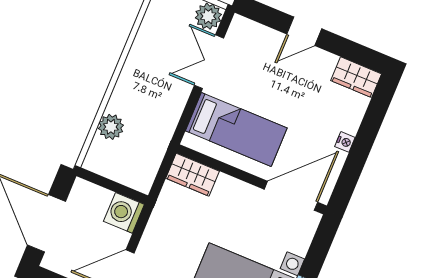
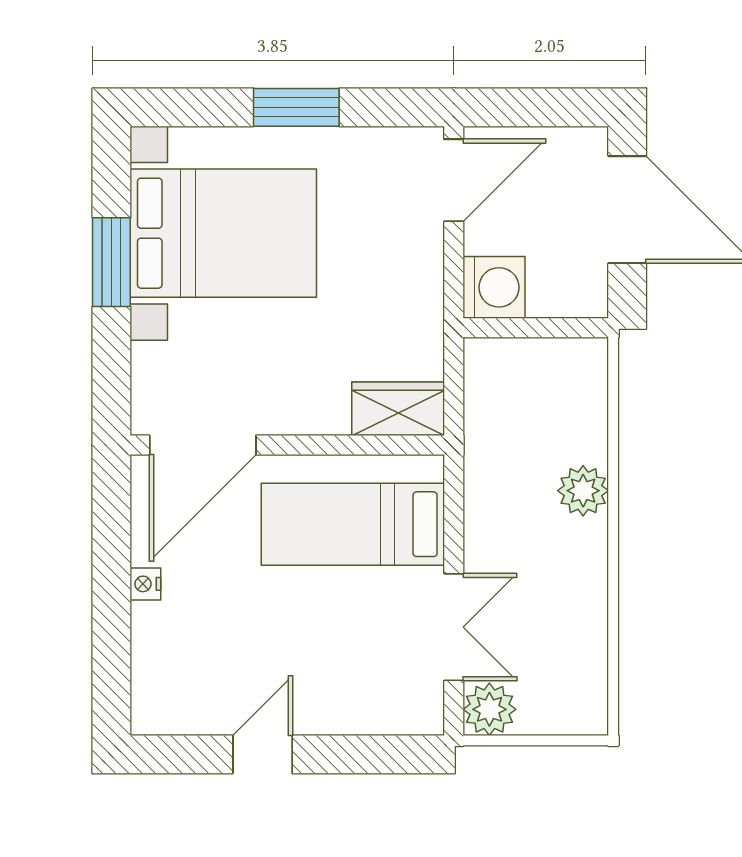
door: (304, 31) -> (263, 754), moved
wardrobe: (356, 77) -> (174, 710), removed
plant: (111, 127) -> (583, 491), moved

